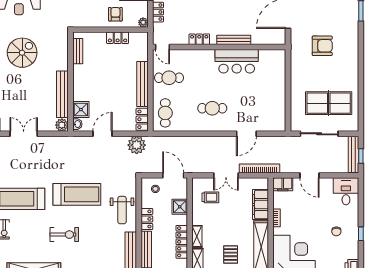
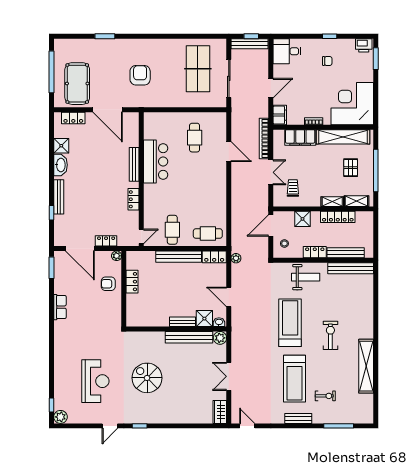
bench: (78, 51) -> (182, 322), moved
cafe table: (212, 108) -> (195, 138), moved
plant: (137, 145) -> (236, 258), width x0.53, depth x0.53
pallet: (231, 254) -> (351, 168), turned 90

